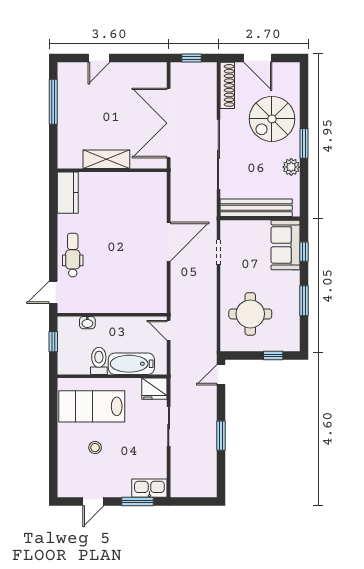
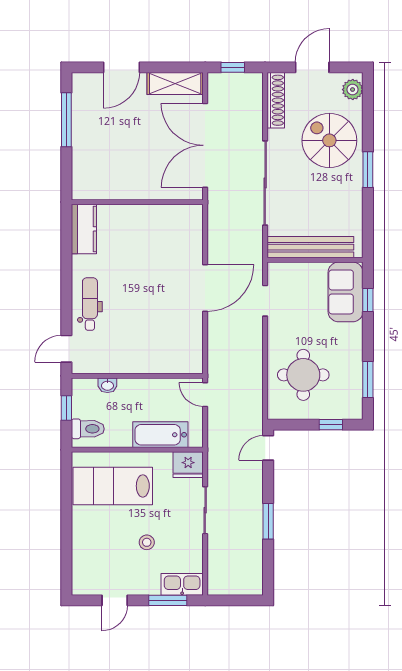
door: (99, 58) -> (121, 67), width x1.38
door: (258, 58) -> (312, 67), swing flipped
spiral stairs: (272, 119) -> (329, 140), turned 90
shelving: (106, 159) -> (175, 83), moved
plant: (291, 167) -> (353, 90), moved
window: (304, 301) -> (368, 380), moved
toilet: (99, 361) -> (88, 429), moved, turned 90
stool: (95, 448) -> (147, 542), moved

